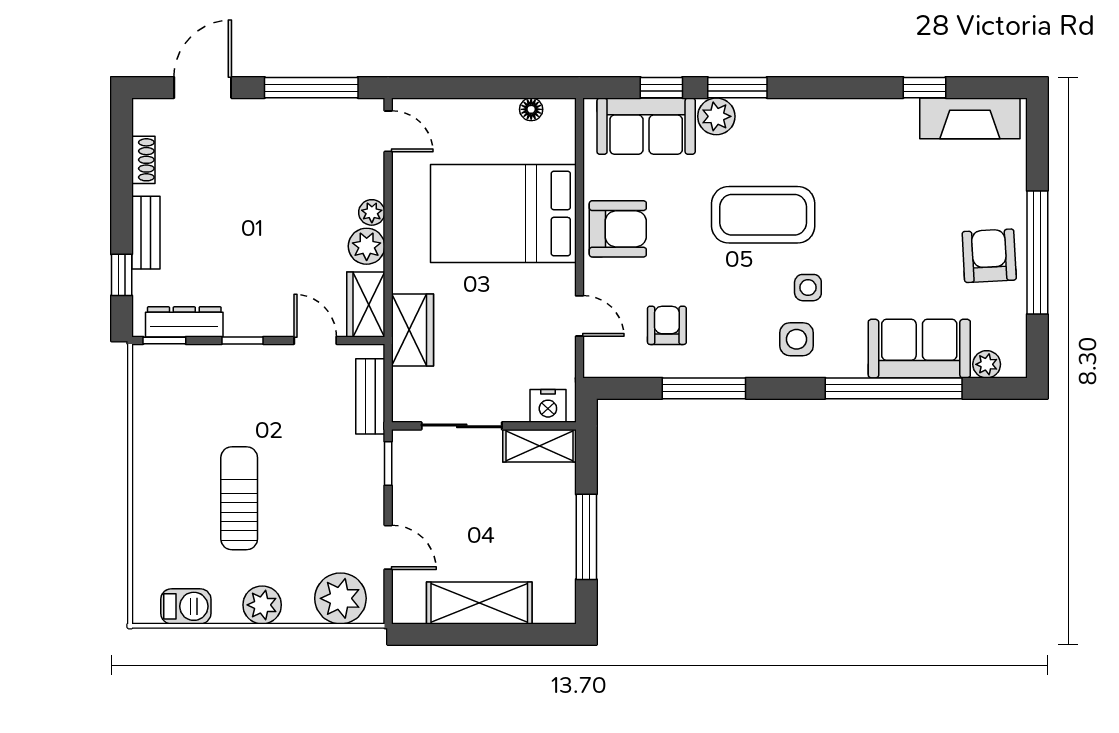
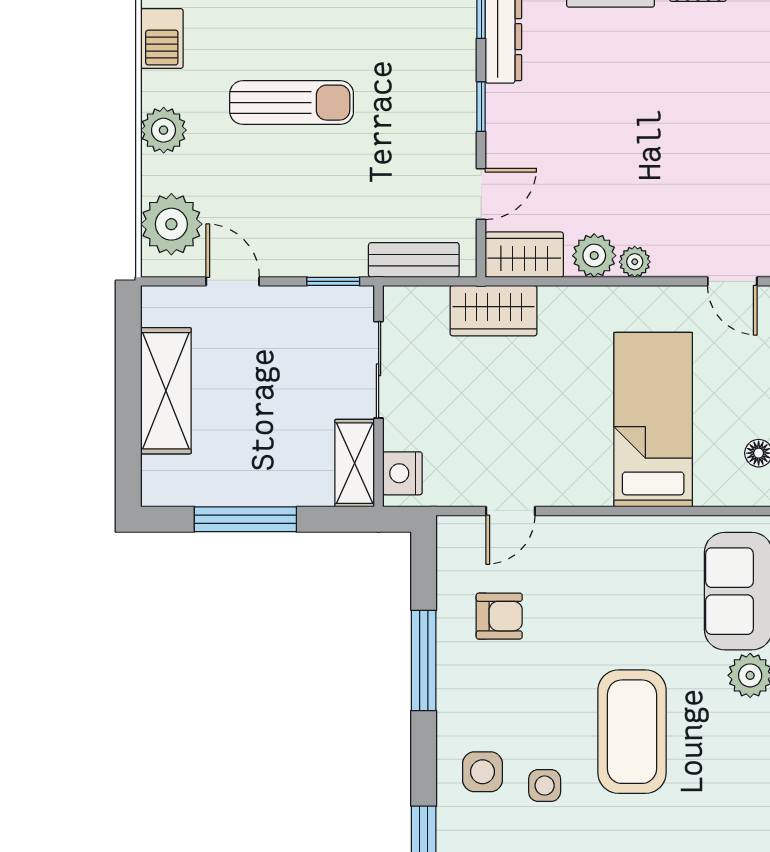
door: (388, 131) -> (732, 281), hinge flipped
bed: (503, 214) -> (653, 420), width x0.67
armchair: (618, 229) -> (615, 557), removed
door: (388, 547) -> (233, 281), swing flipped

